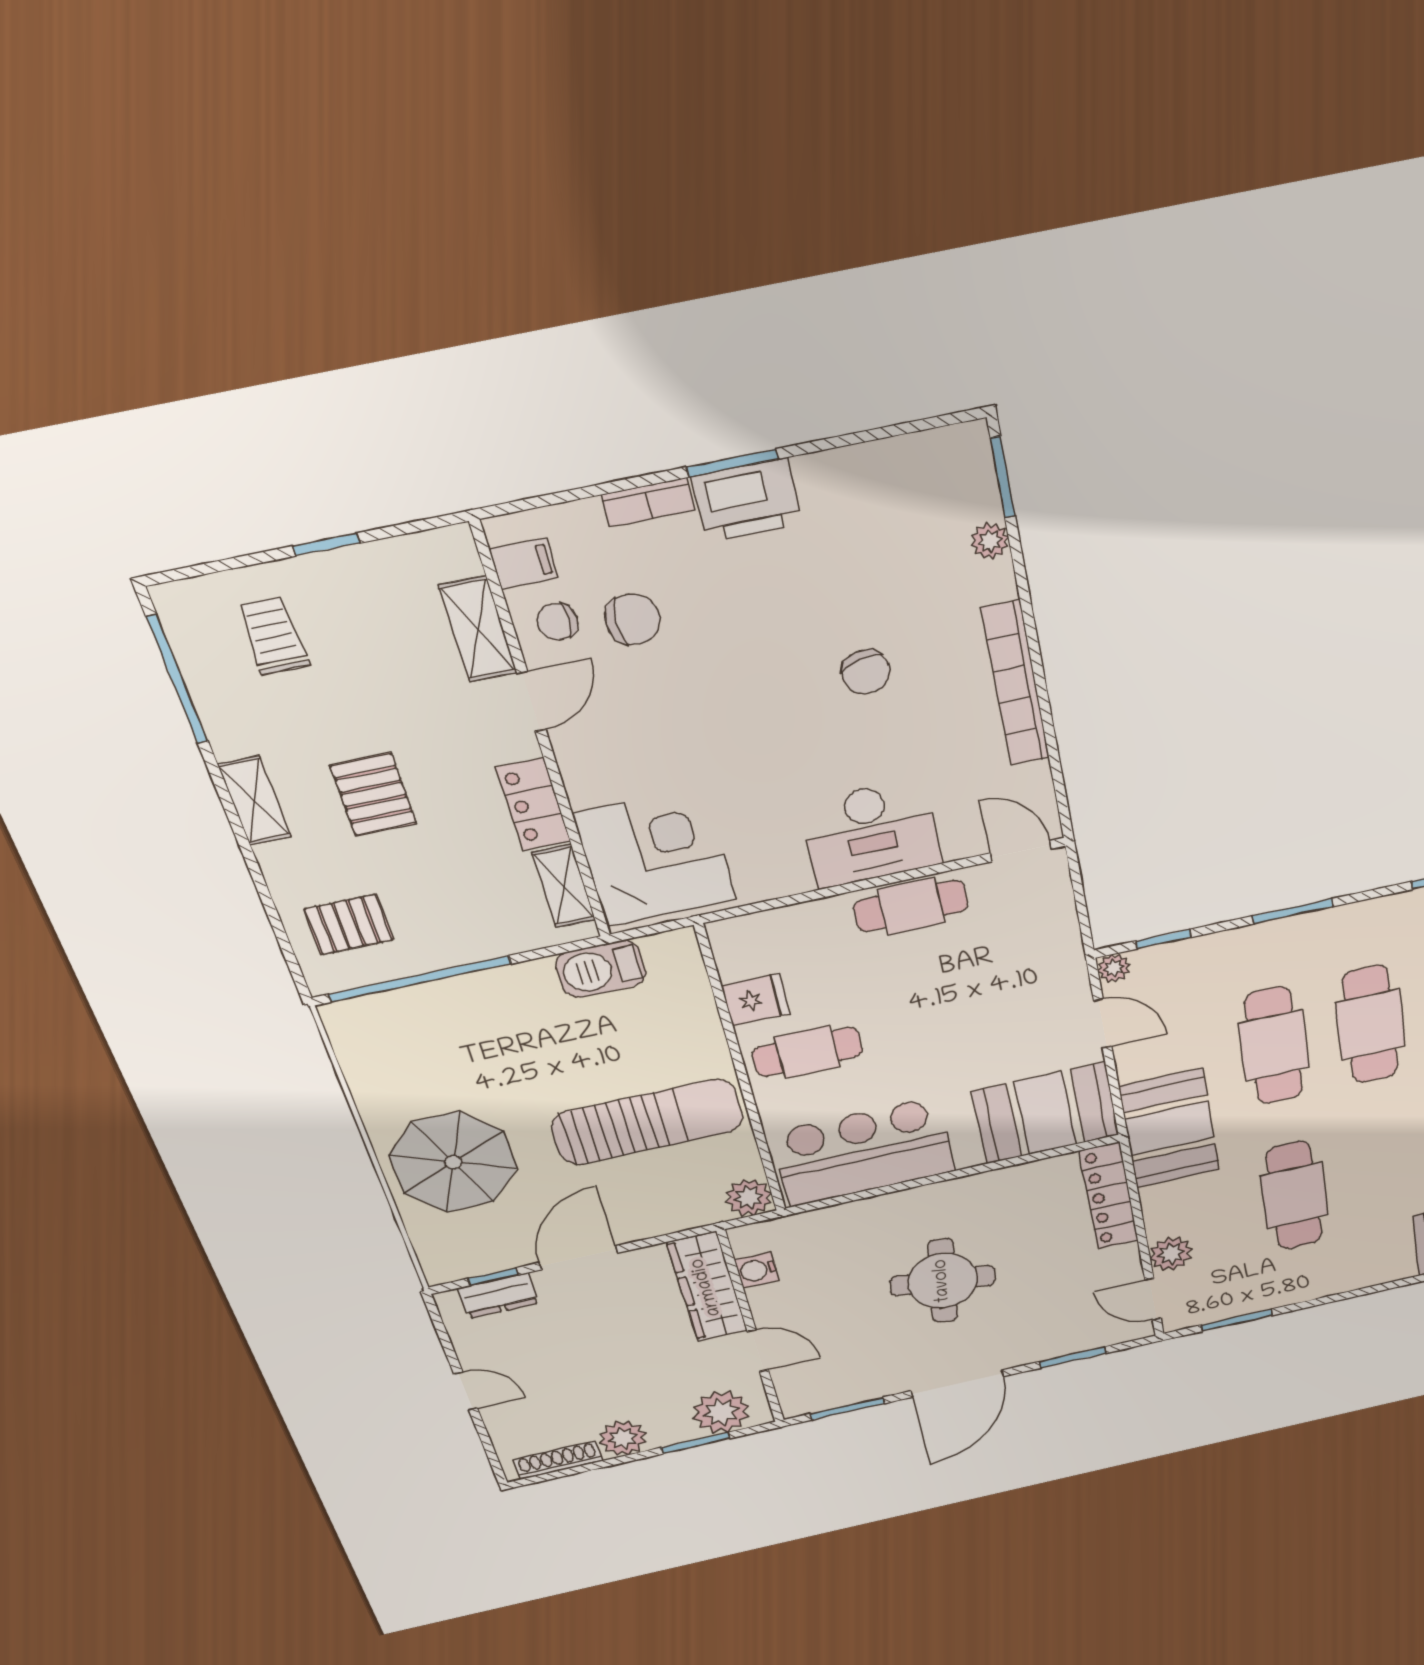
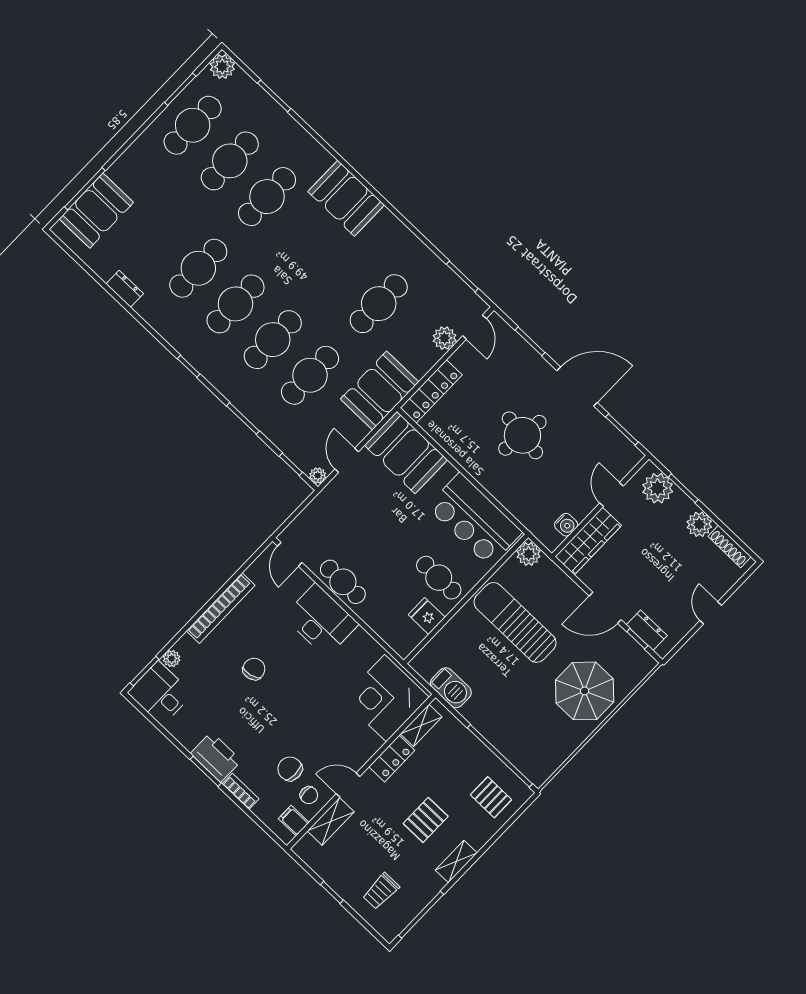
desk: (941, 478) -> (160, 693), added

